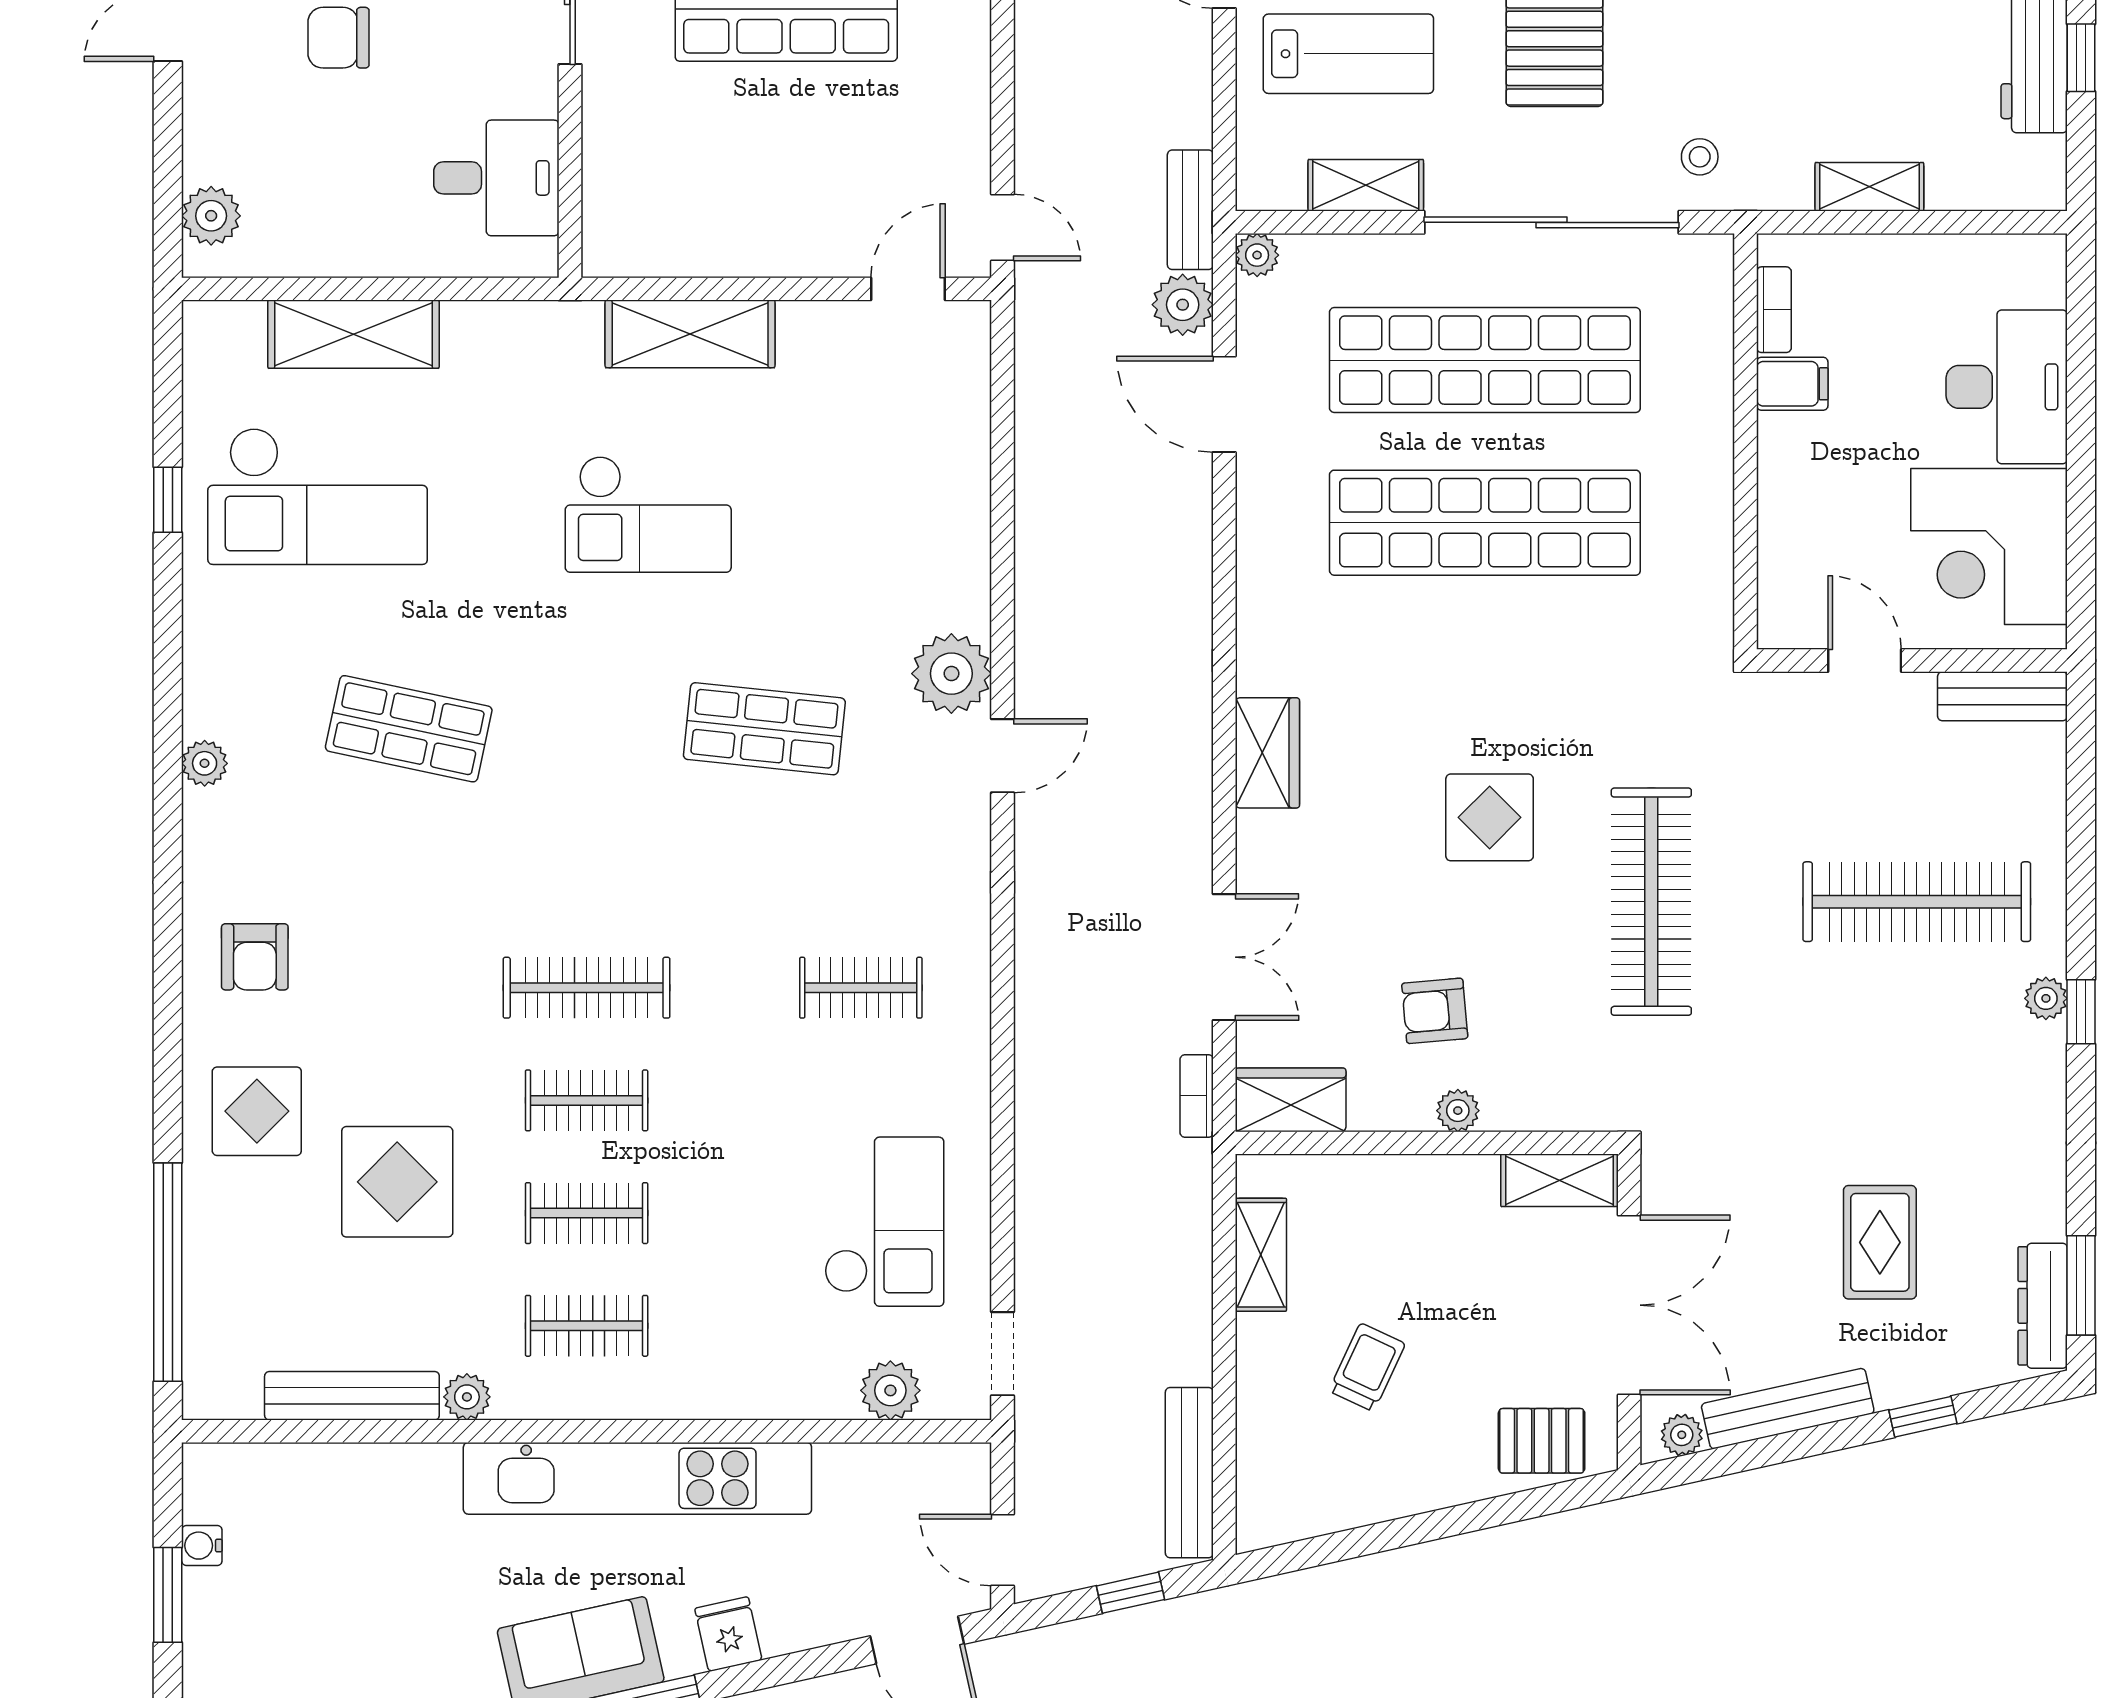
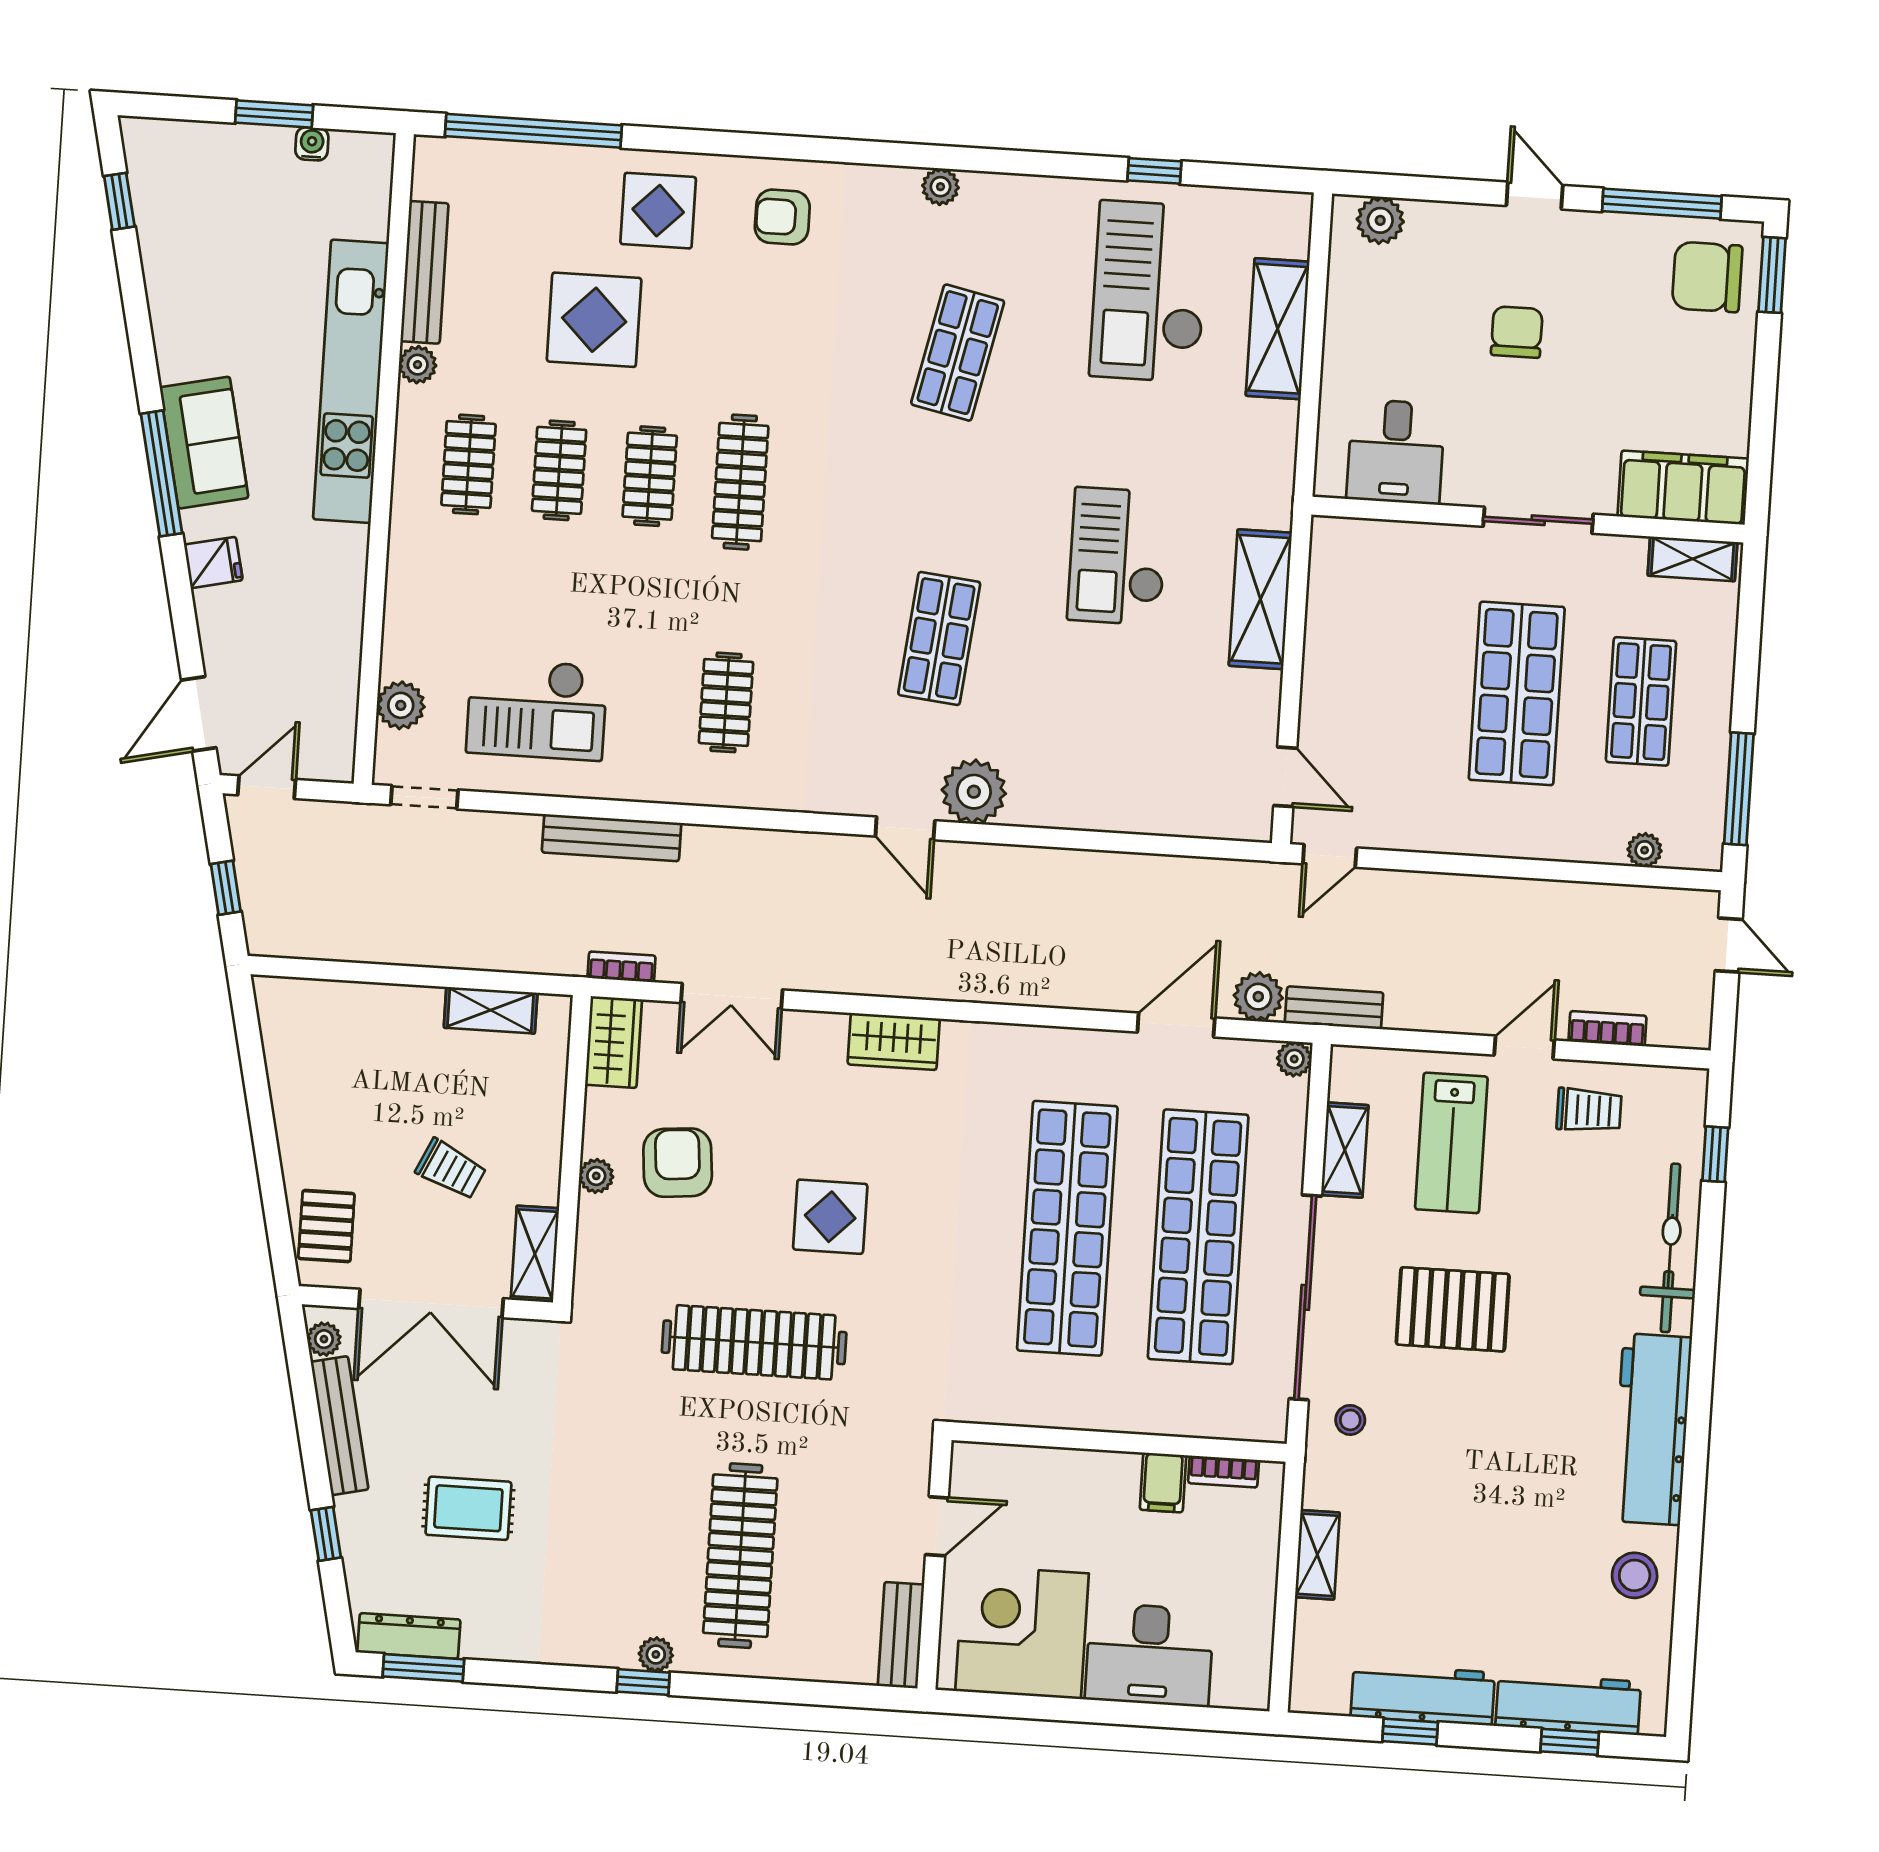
armchair: (1435, 1011) -> (678, 1163), width x1.38, depth x1.38
trolley: (1367, 1367) -> (451, 1169), moved
bench: (1189, 1473) -> (612, 838), moved
kitchen unit: (637, 1478) -> (351, 381), moved

